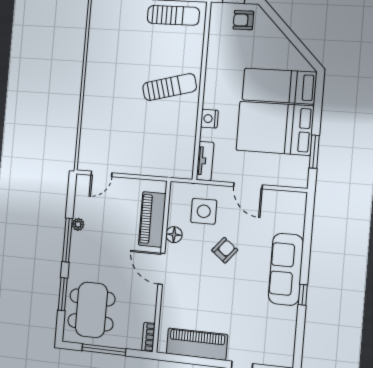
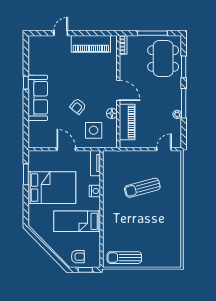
bed: (279, 86) -> (77, 221), moved, turned 180
sun lounger: (170, 87) -> (142, 188), moved

